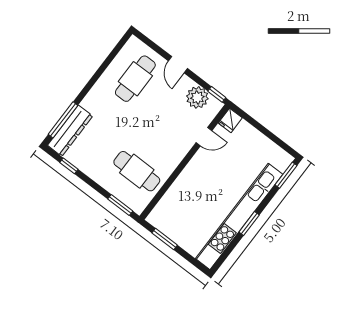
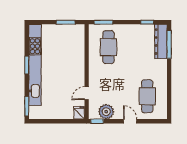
cafe table: (137, 171) -> (108, 47), turned 90

